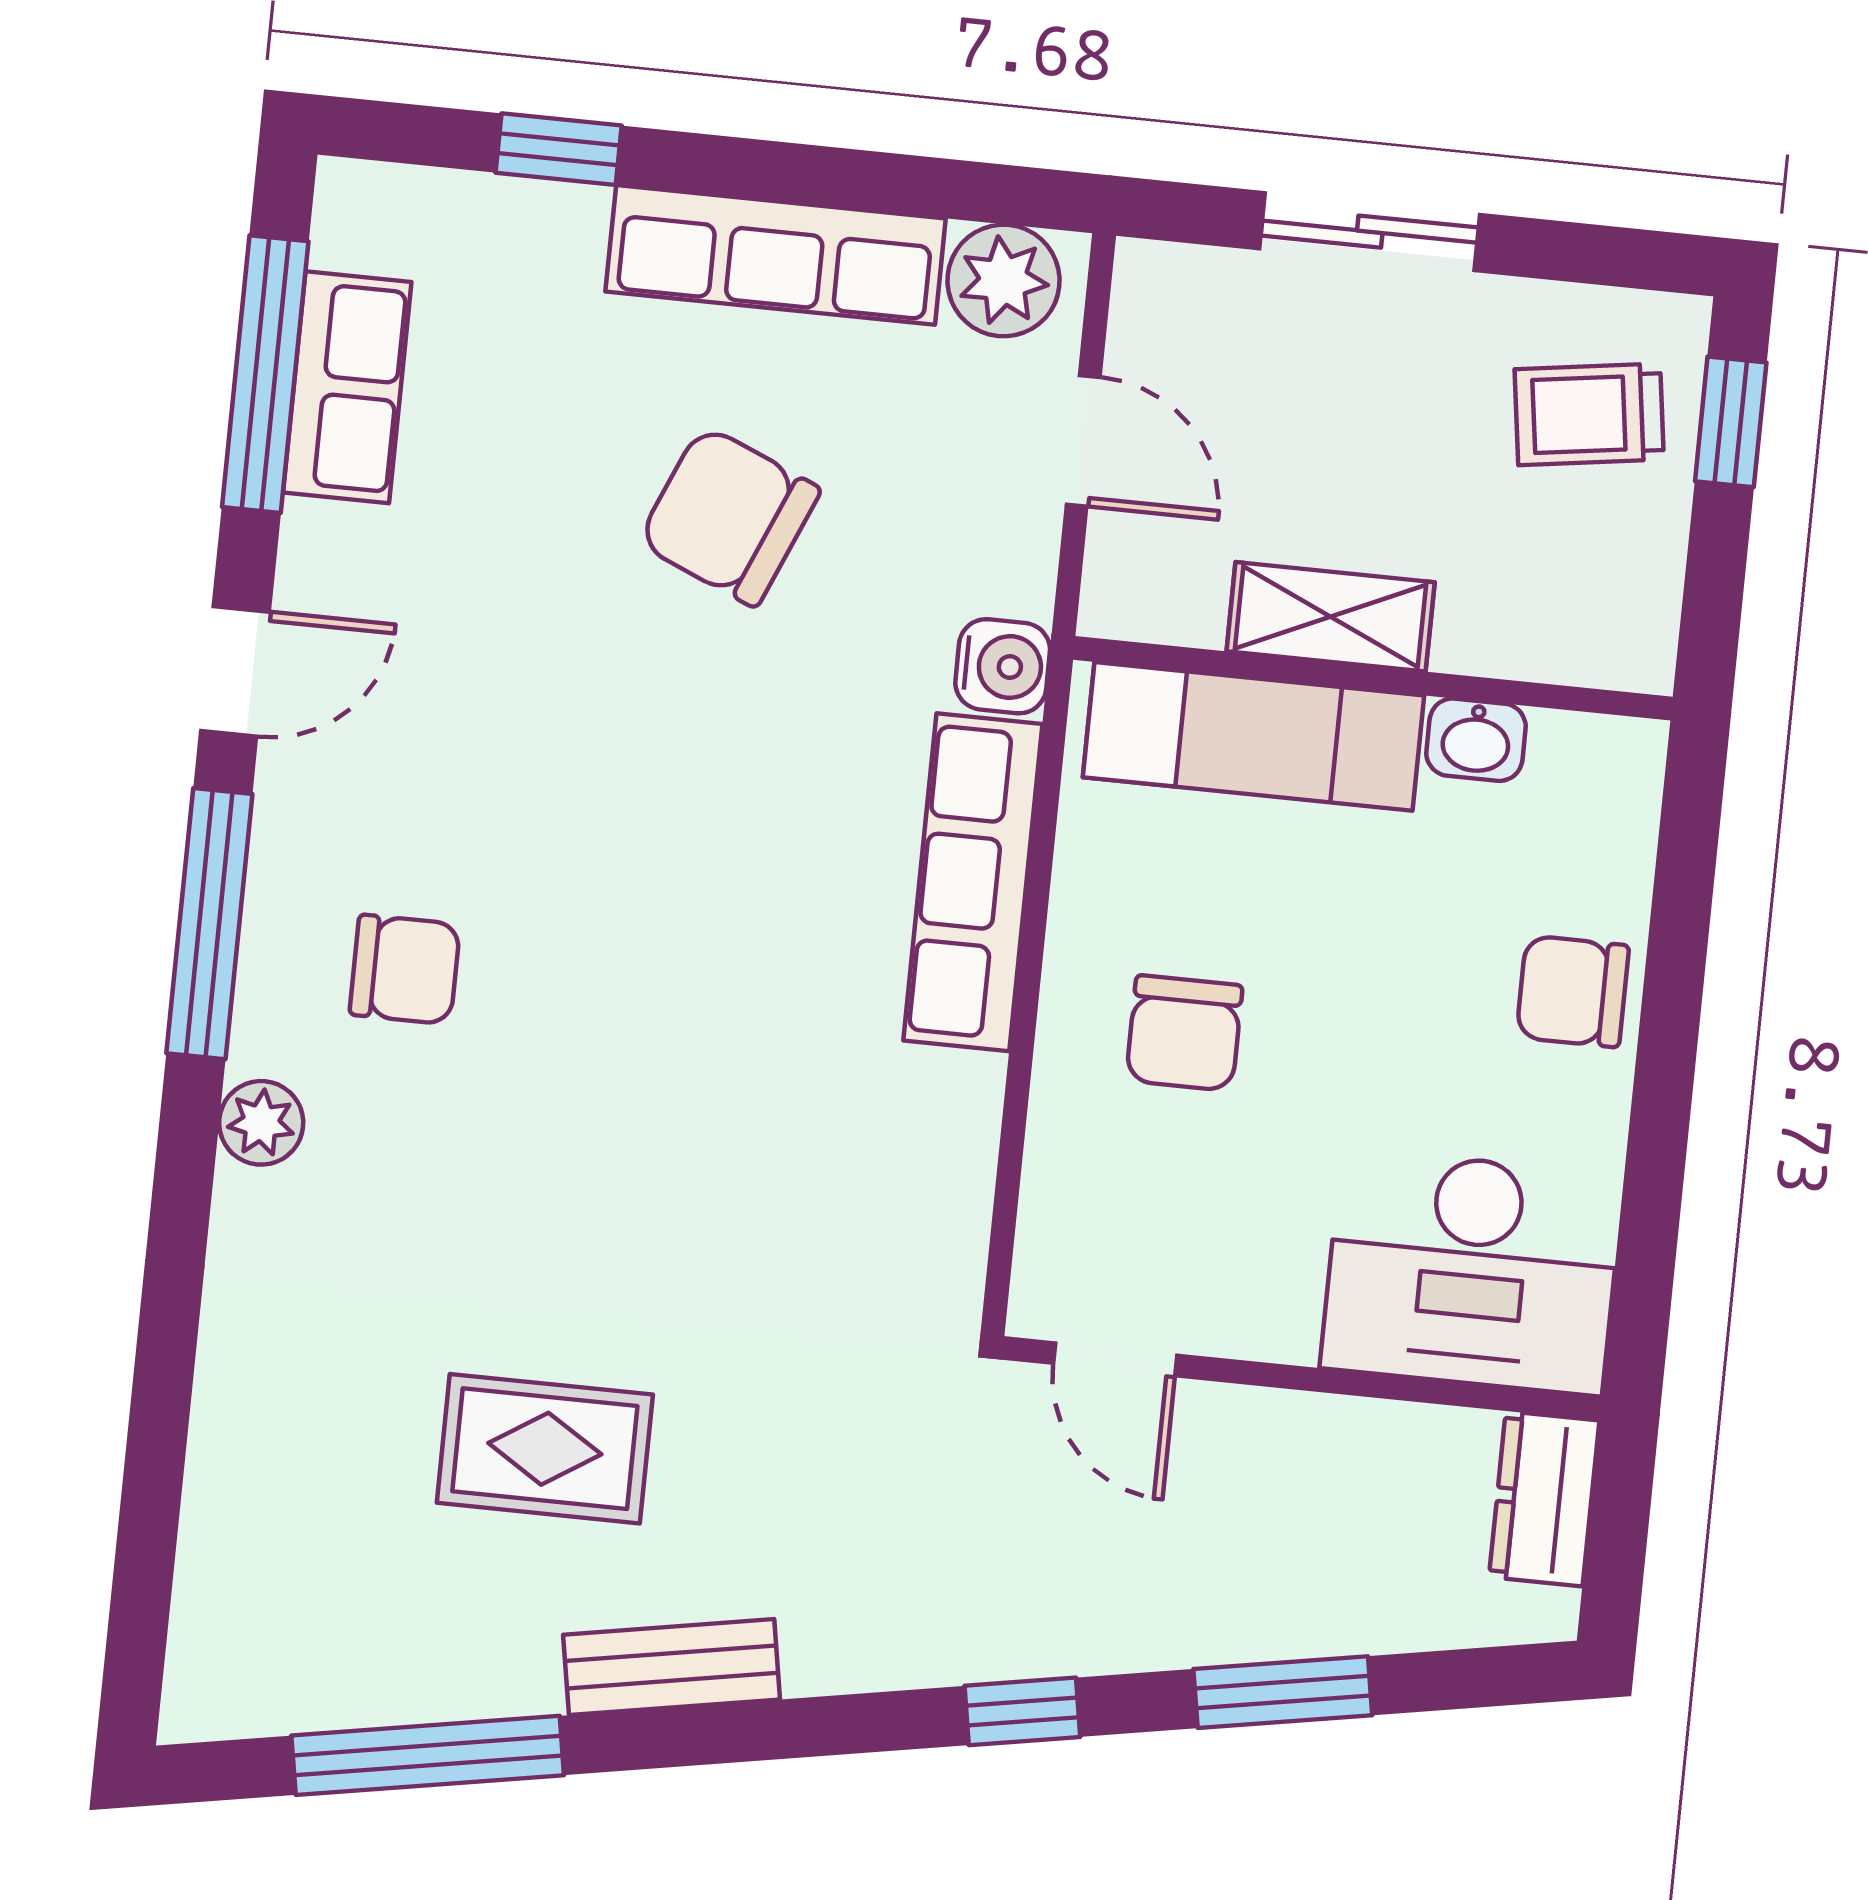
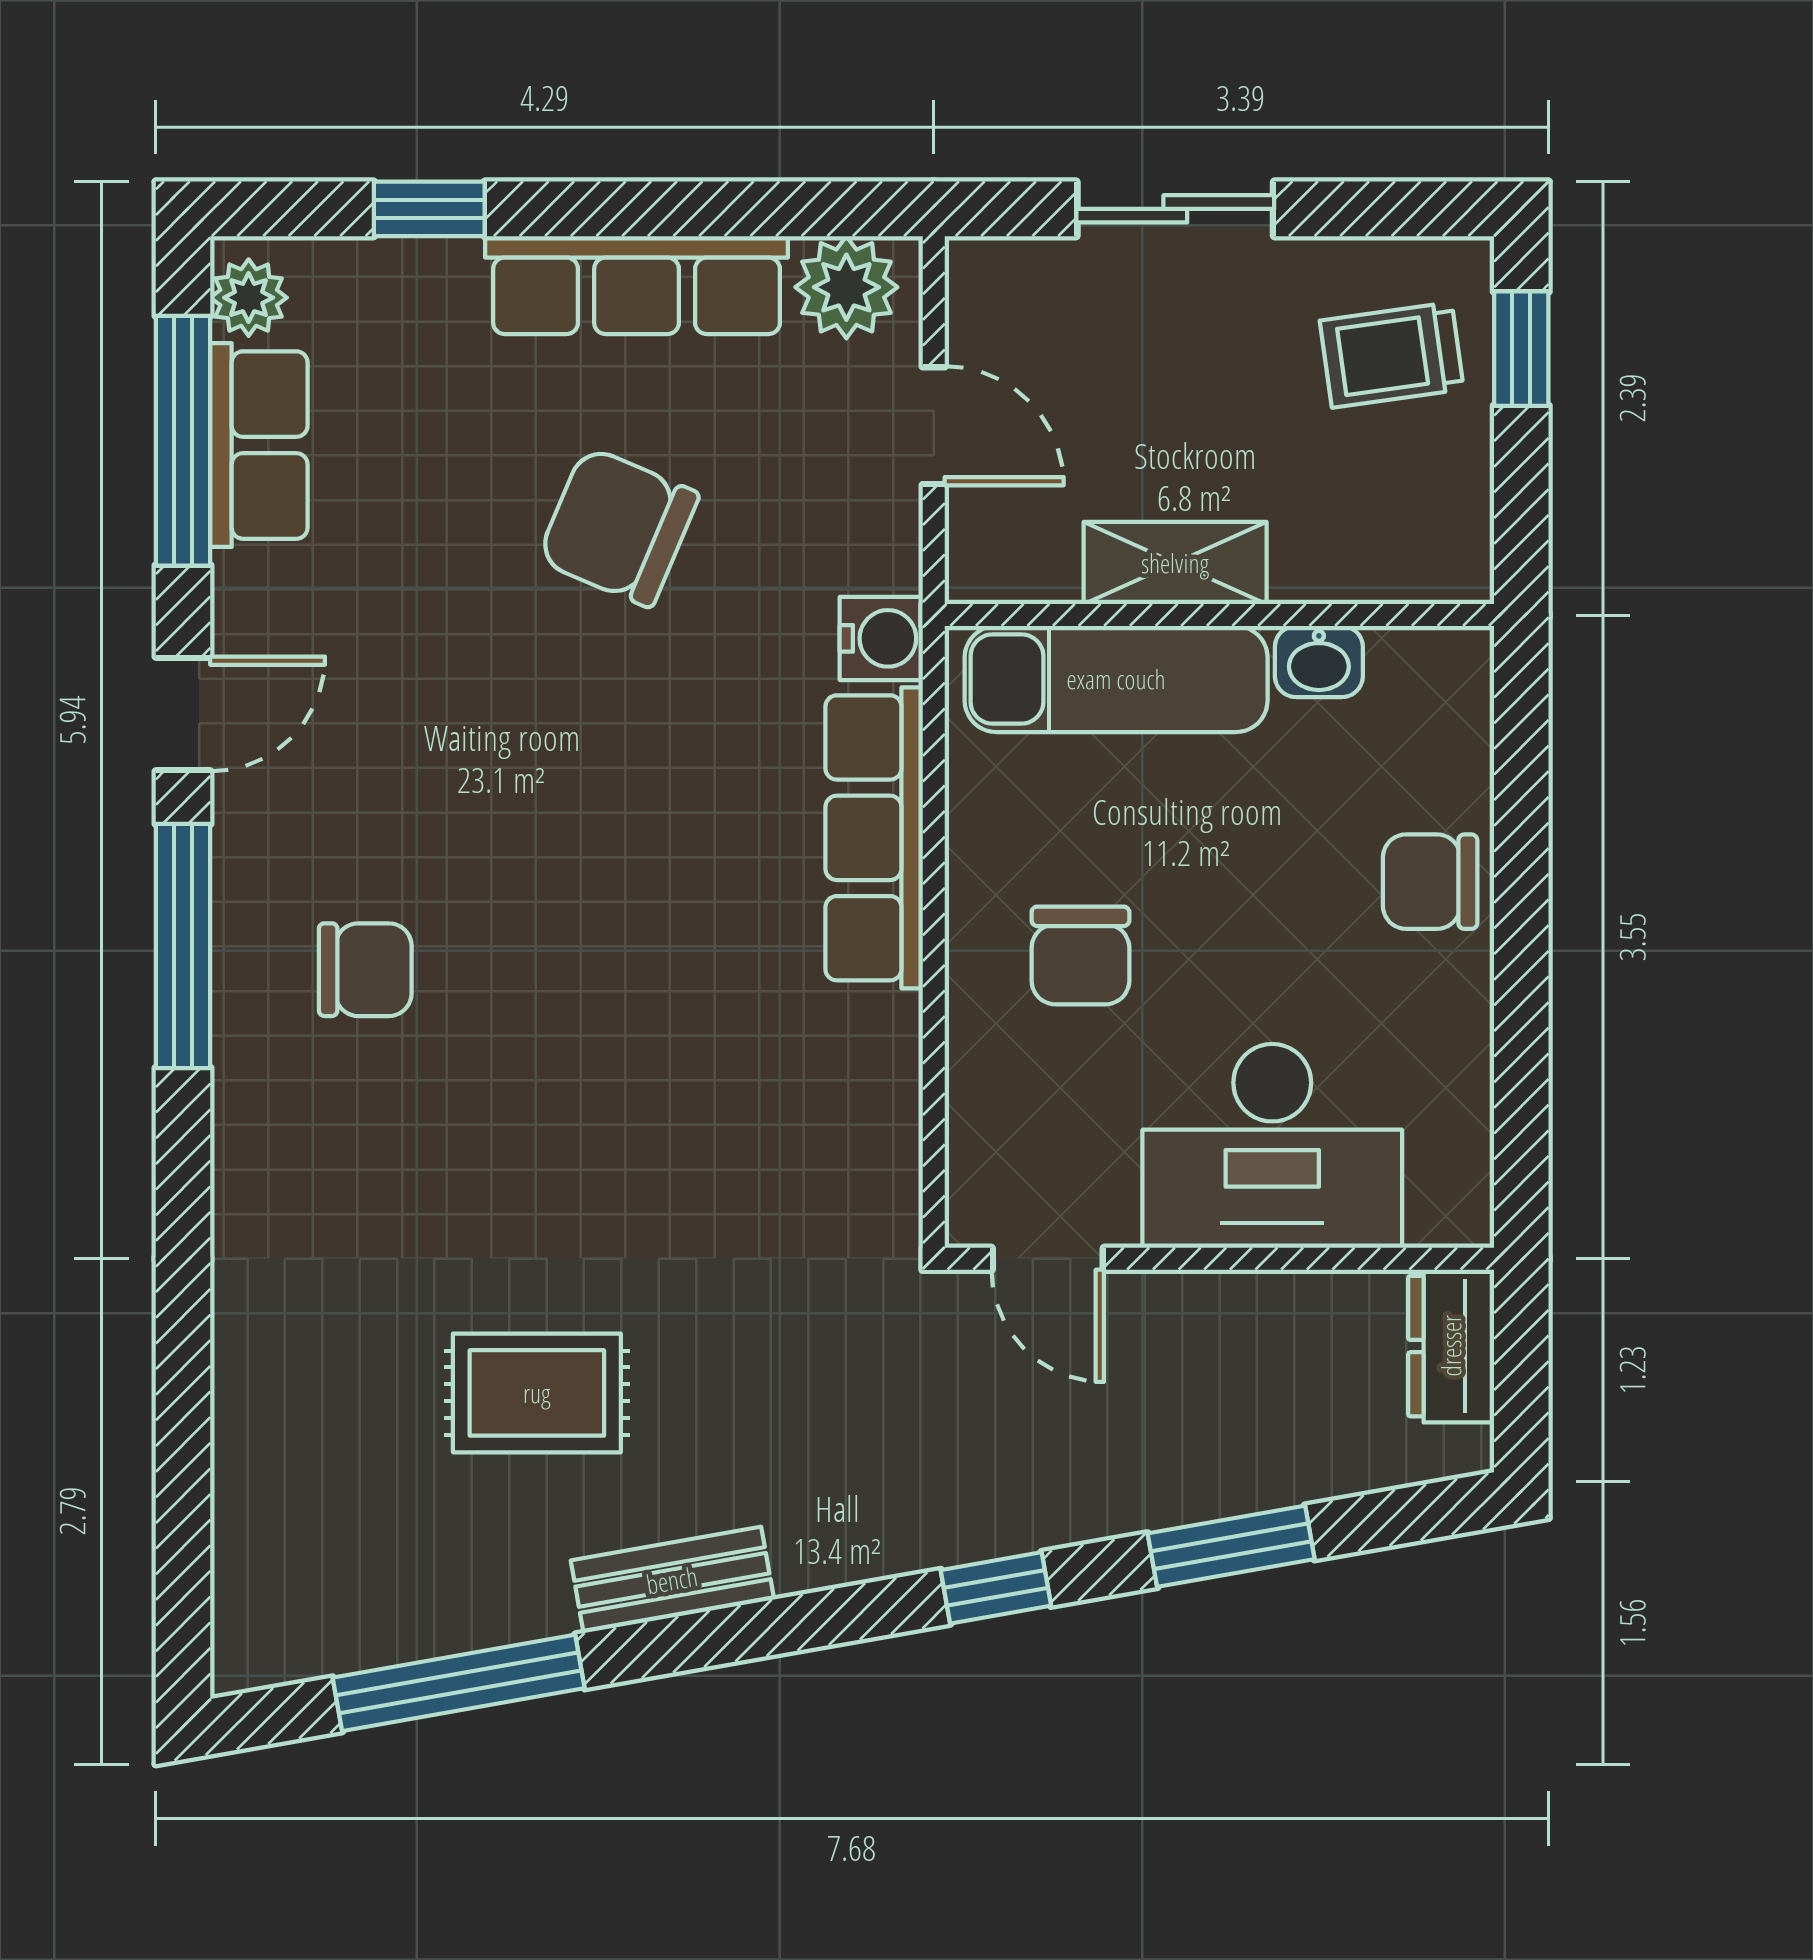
plant: (261, 1123) -> (249, 298), moved
desk: (1472, 1272) -> (1272, 1146), moved

